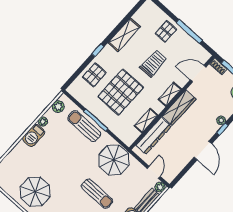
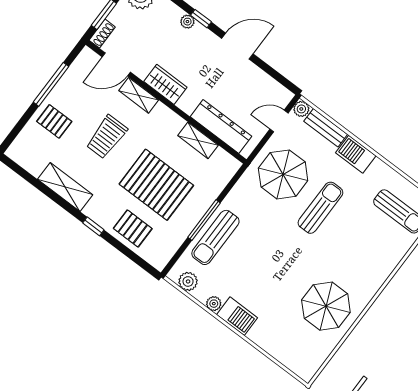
trolley: (153, 63) -> (107, 137), turned -90
door: (198, 73) -> (116, 64), hinge flipped
shelving: (170, 94) -> (139, 95), moved
wardrobe: (179, 108) -> (165, 84), width x0.67
parasol: (114, 160) -> (283, 174), moved

